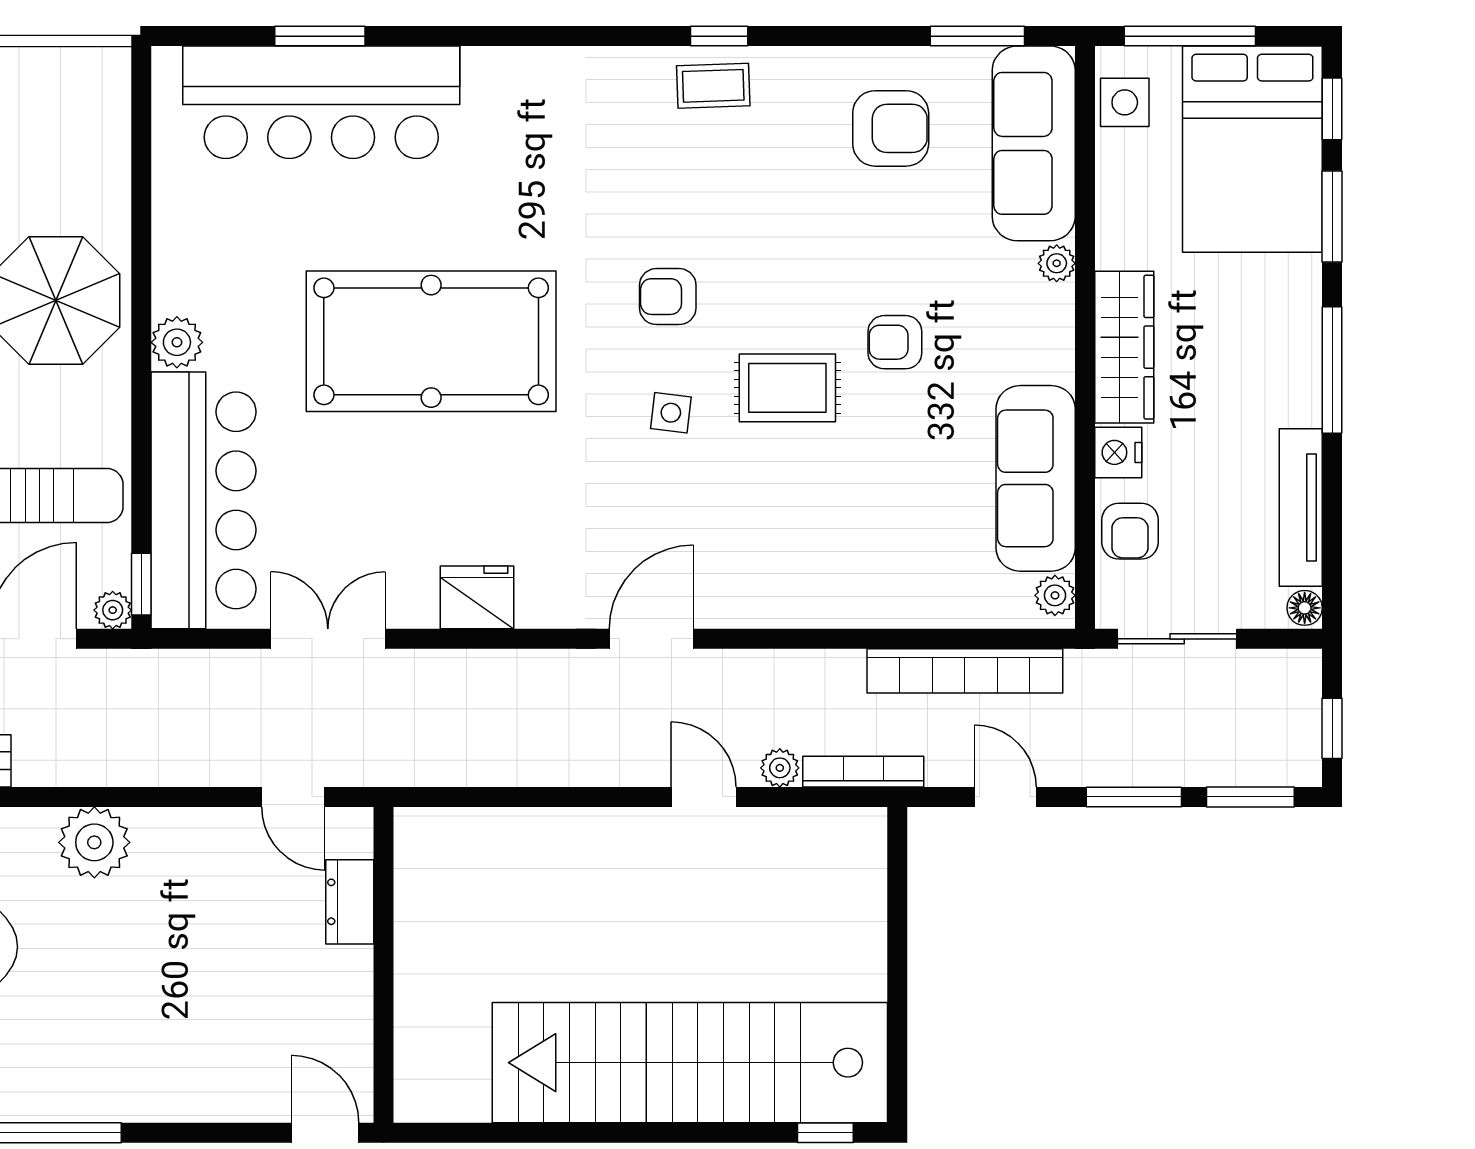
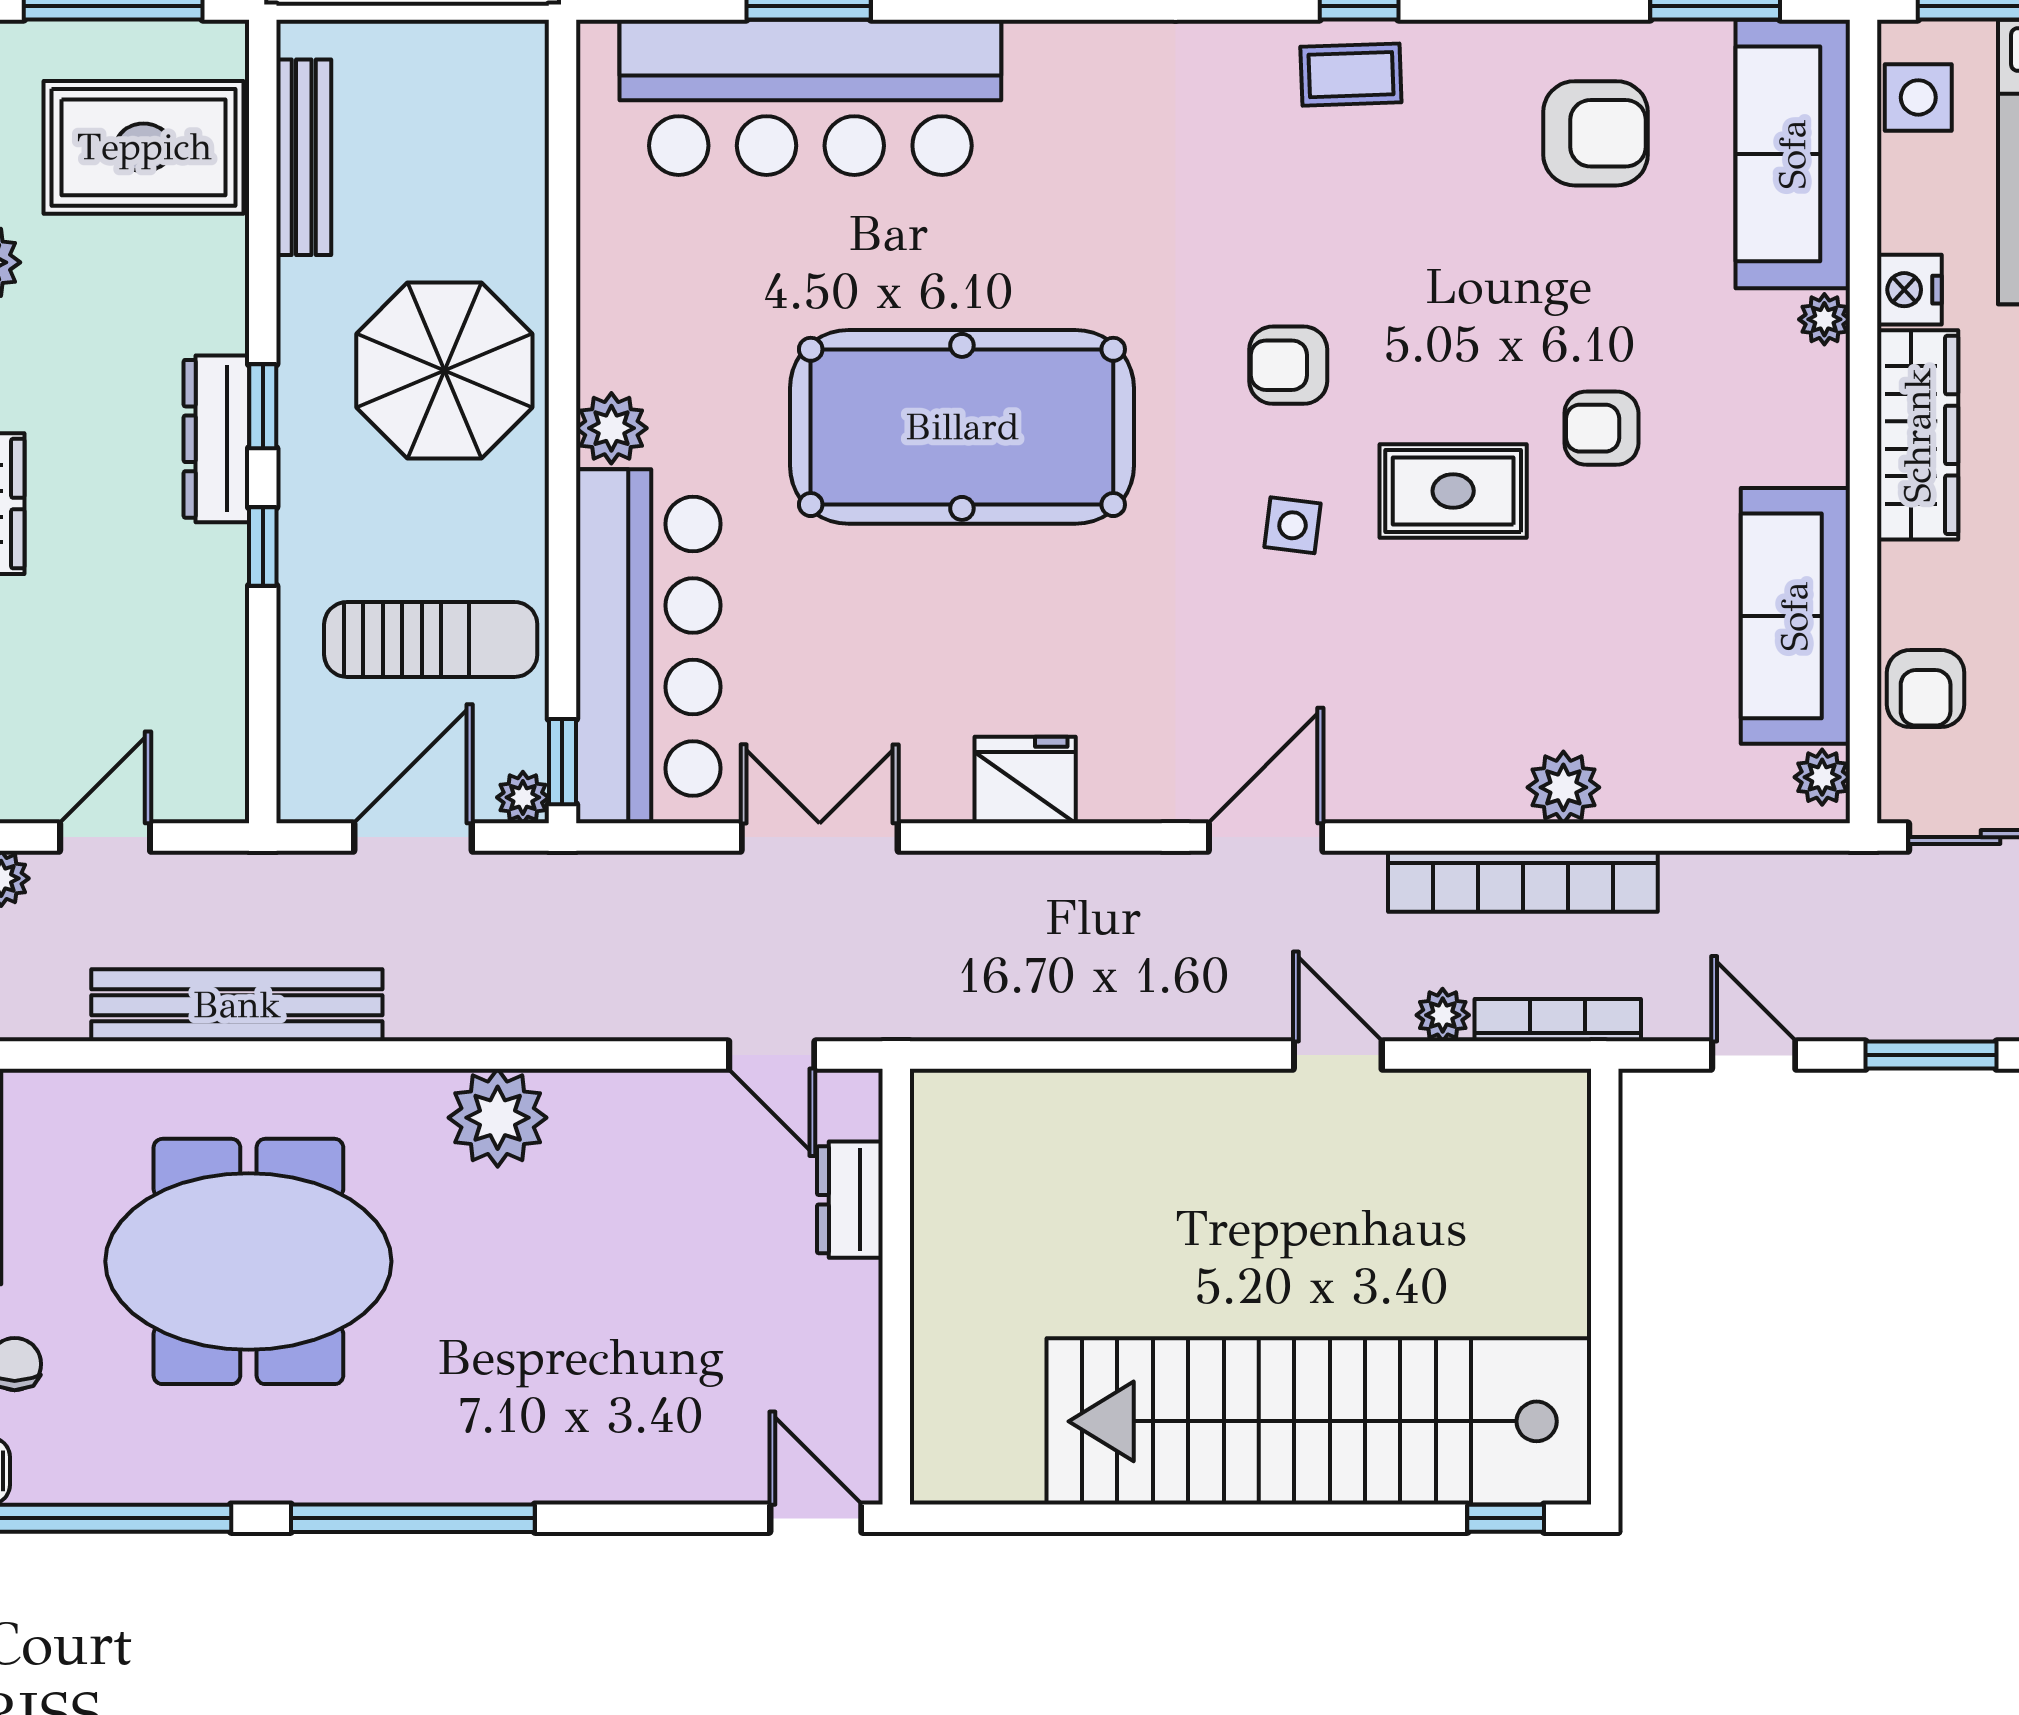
nightstand: (1118, 452) -> (1909, 290), moved
plant: (867, 603) -> (1563, 787), added
bookcase: (965, 671) -> (1523, 881), moved

